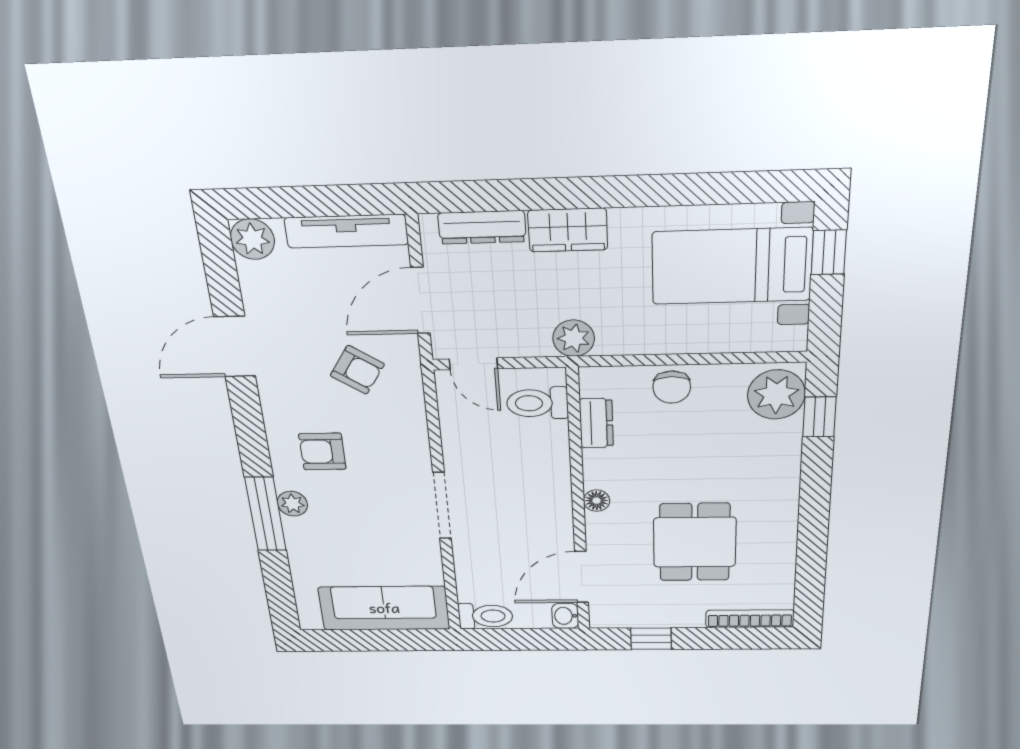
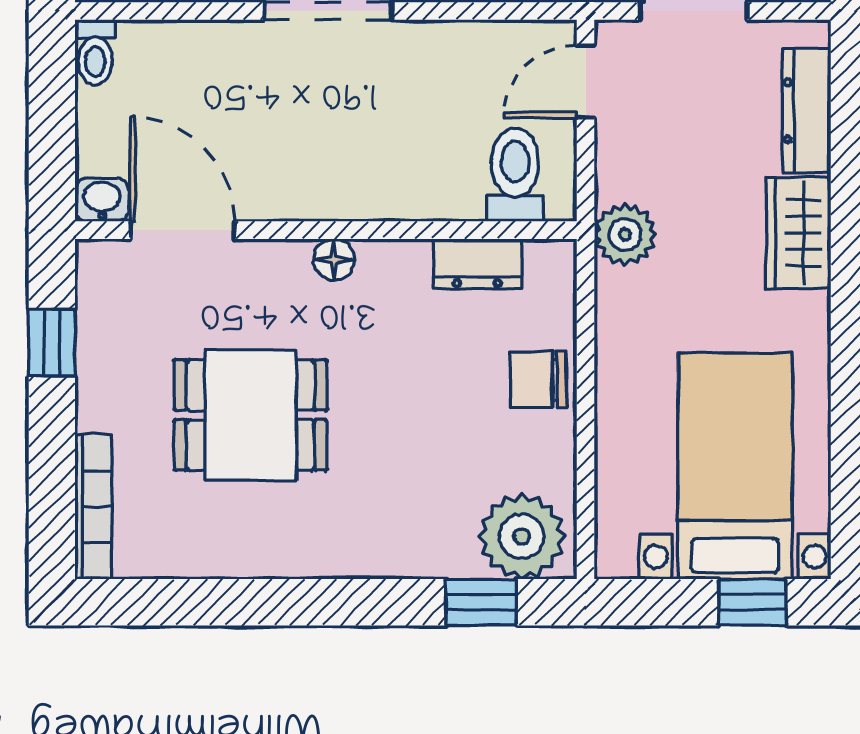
toilet: (486, 616) -> (95, 52), width x0.73, depth x0.72

